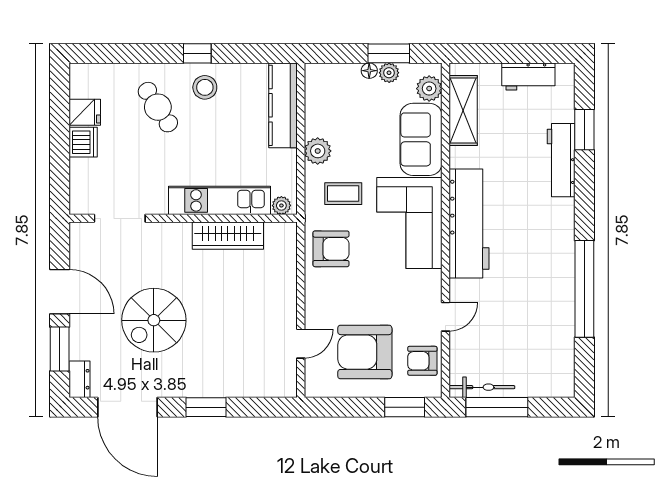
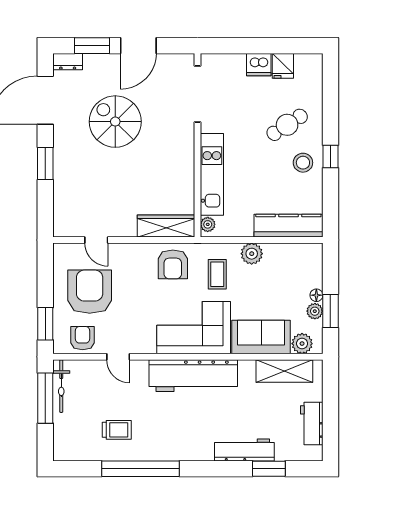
doorway: (120, 218) -> (197, 94), width x1.36
wardrobe: (228, 236) -> (166, 226), moved, turned 90
trolley: (536, 318) -> (117, 430), added

